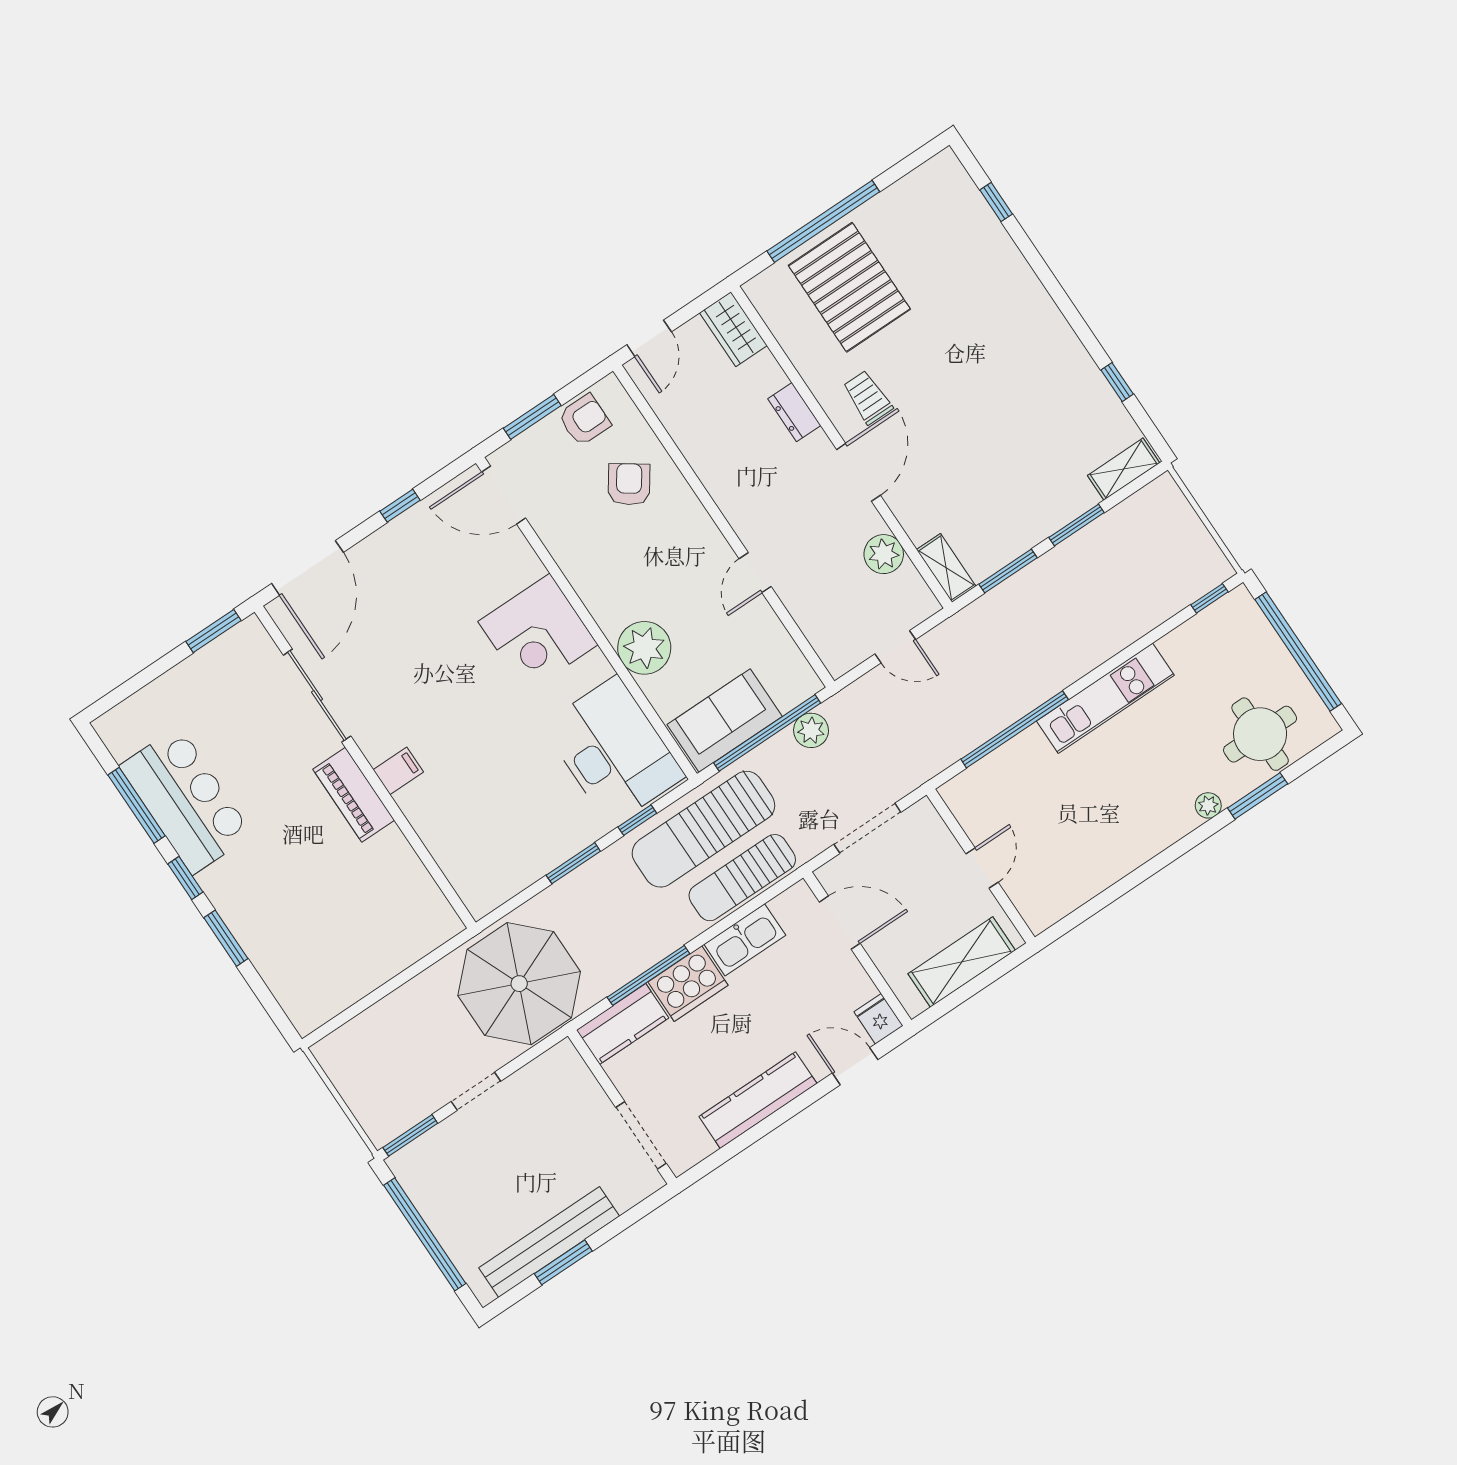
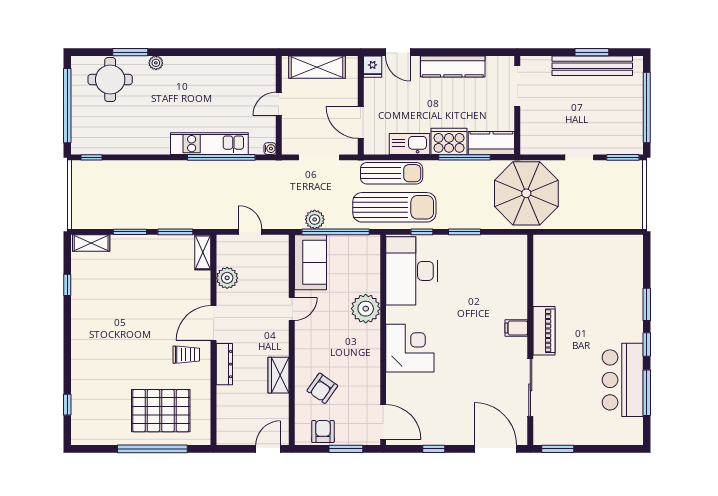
pallet: (849, 287) -> (161, 411), turned 90
wardrobe: (733, 329) -> (279, 375), moved, turned 180
trolley: (868, 397) -> (186, 355), turned -90
dresser: (794, 412) -> (224, 364), width x1.44
armchair: (584, 420) -> (323, 431), turned 90
door: (307, 568) -> (495, 449), hinge flipped
kitchen unit: (1105, 698) -> (209, 144), moved
sofa: (725, 720) -> (311, 262), moved, turned -90
water cooler: (950, 792) -> (270, 149), added

